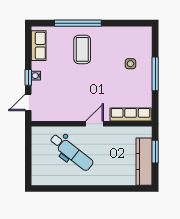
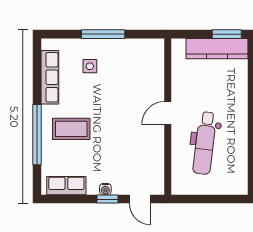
row of seats: (131, 114) -> (50, 77), moved, turned 180
door: (94, 124) -> (168, 113), hinge flipped
dental chair: (71, 152) -> (205, 143), turned 149
window: (155, 152) -> (227, 34), moved

